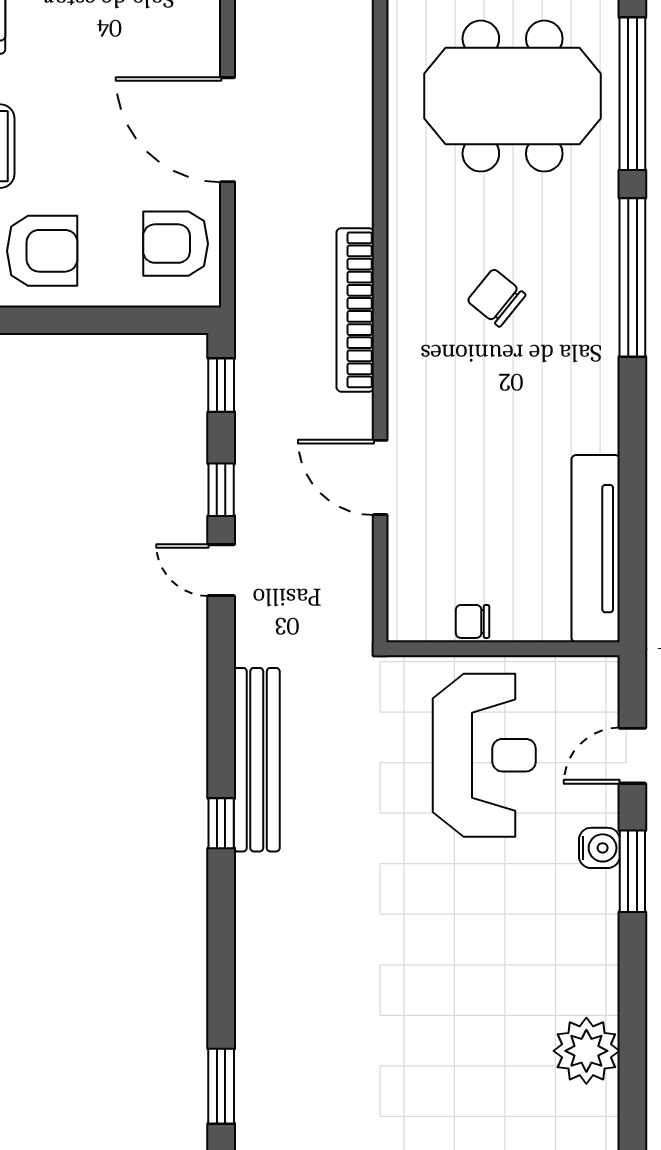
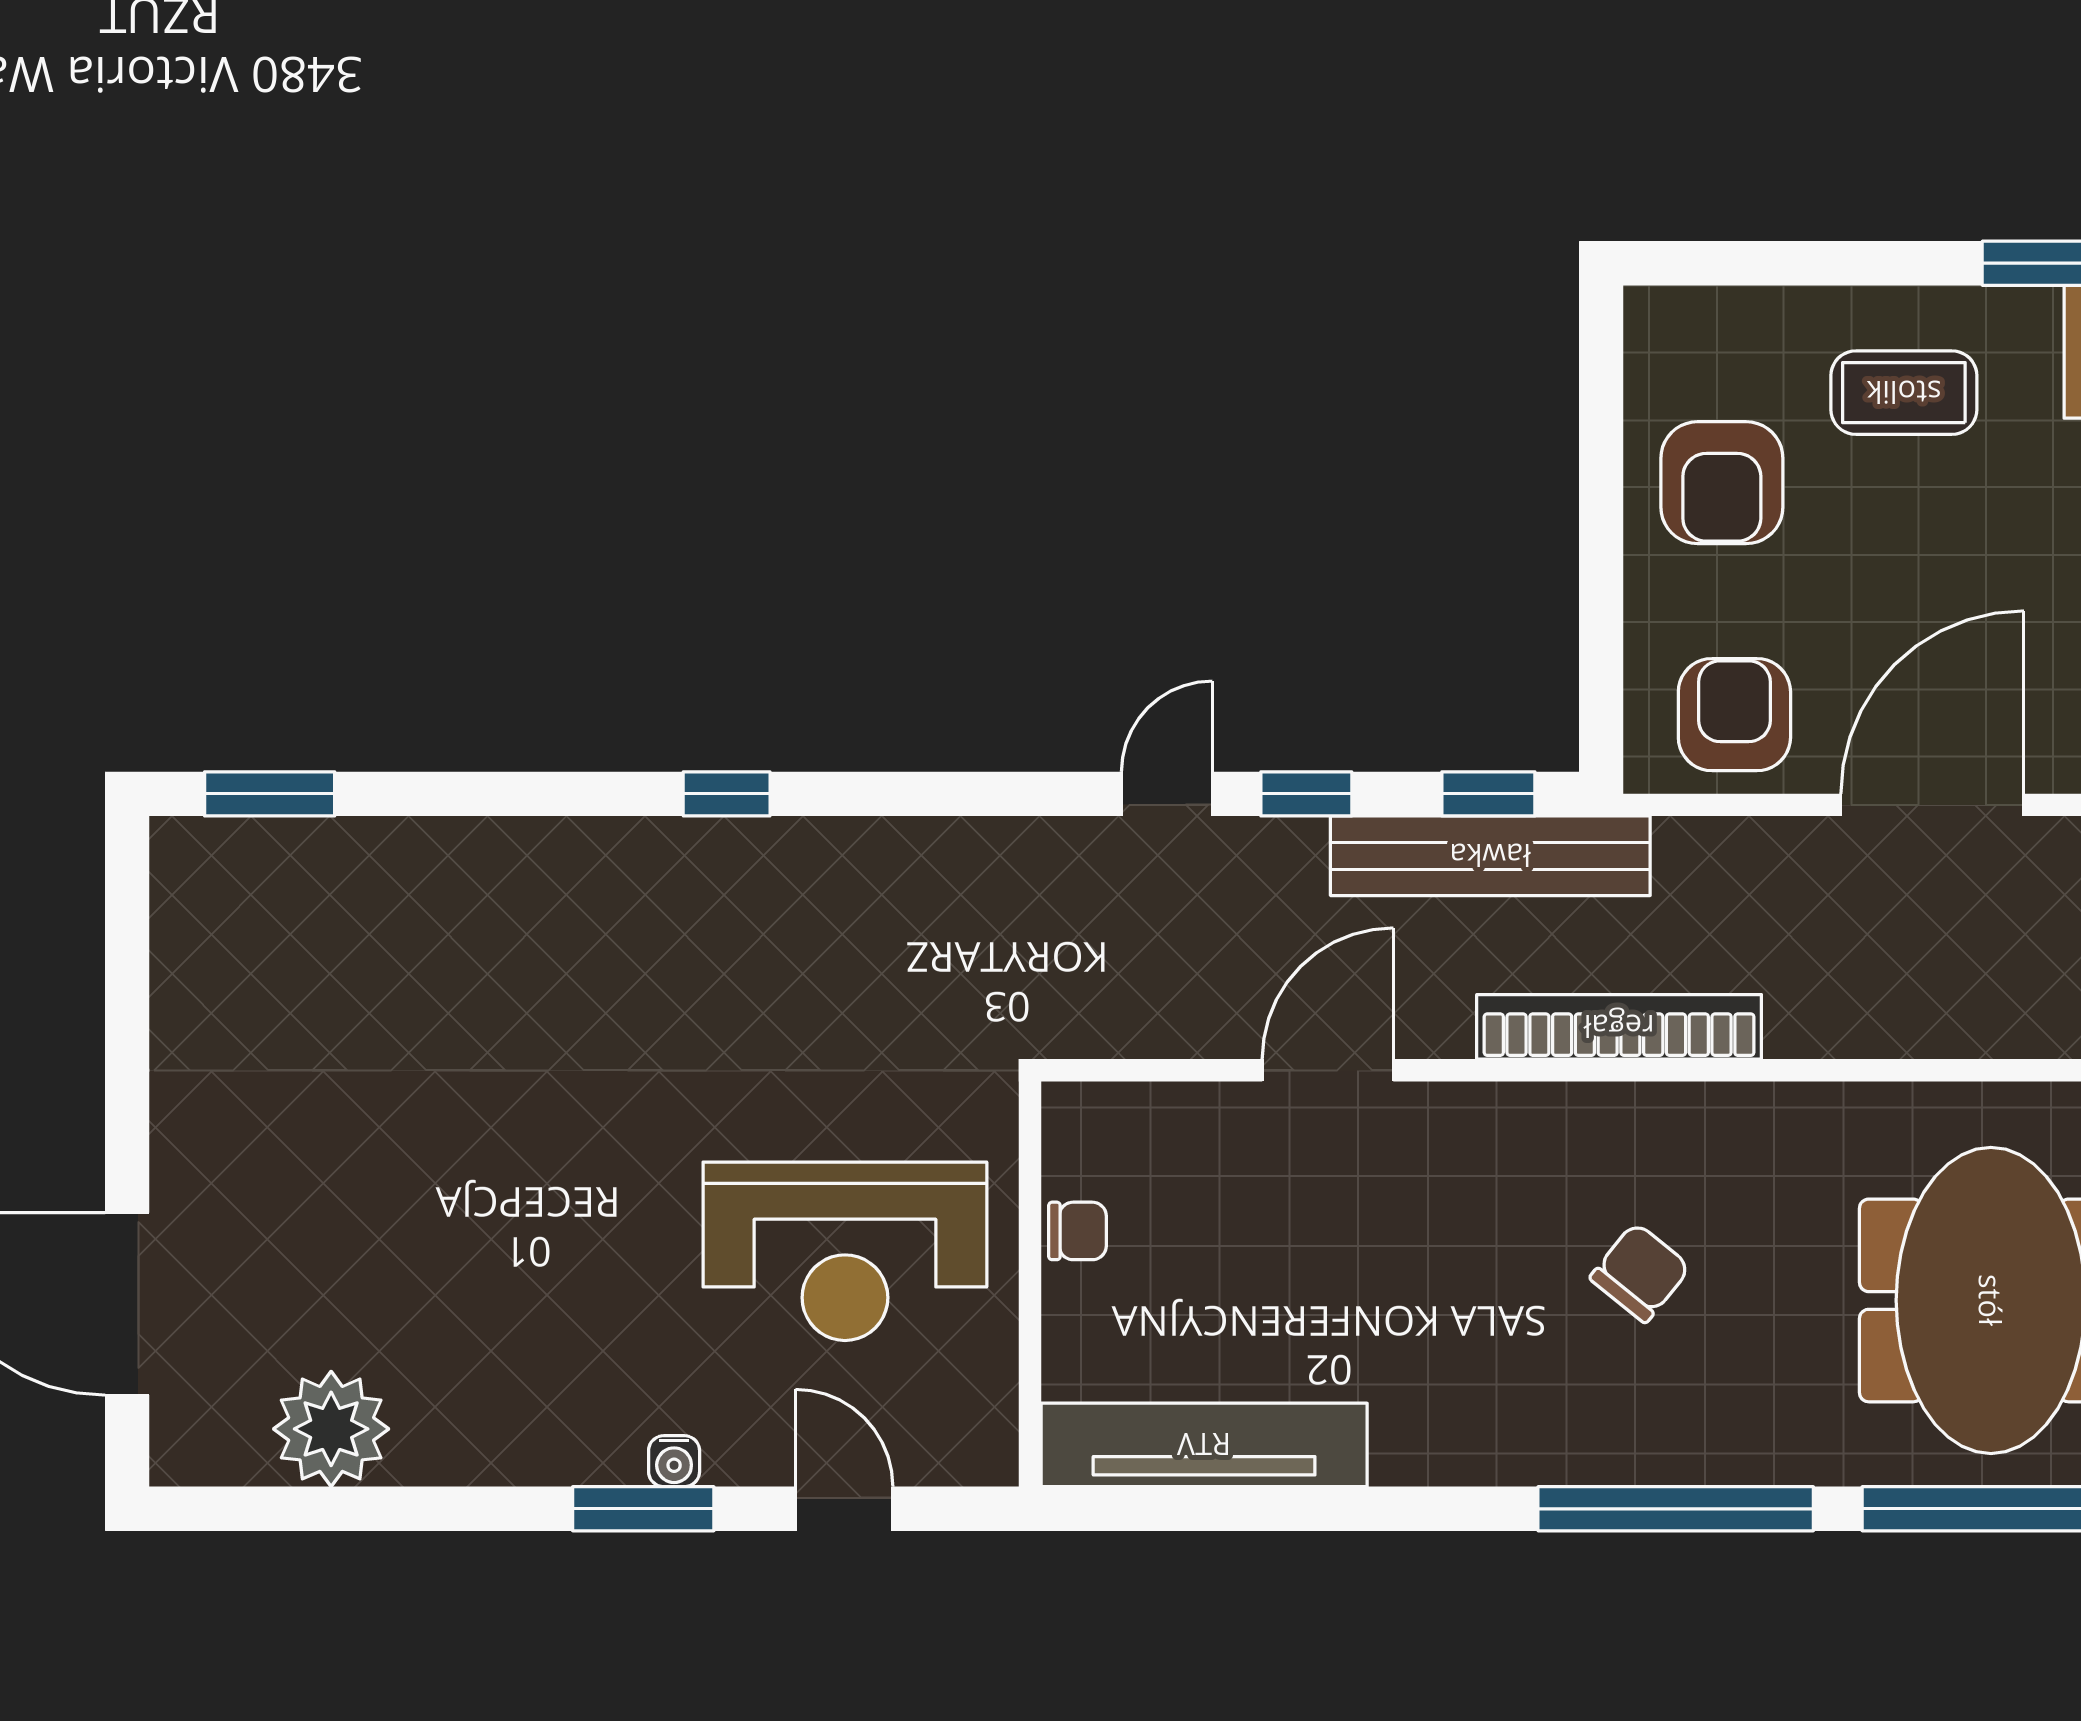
chair: (473, 621) -> (1077, 1231), turned 90
bench: (257, 760) -> (1490, 856), moved
water cooler: (599, 848) -> (674, 1461), width x0.72, depth x0.72

